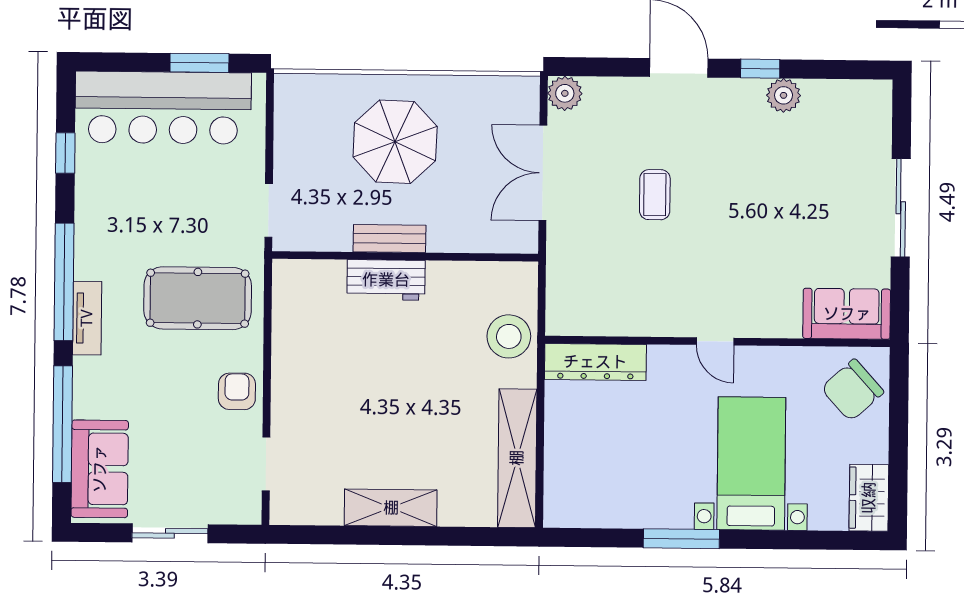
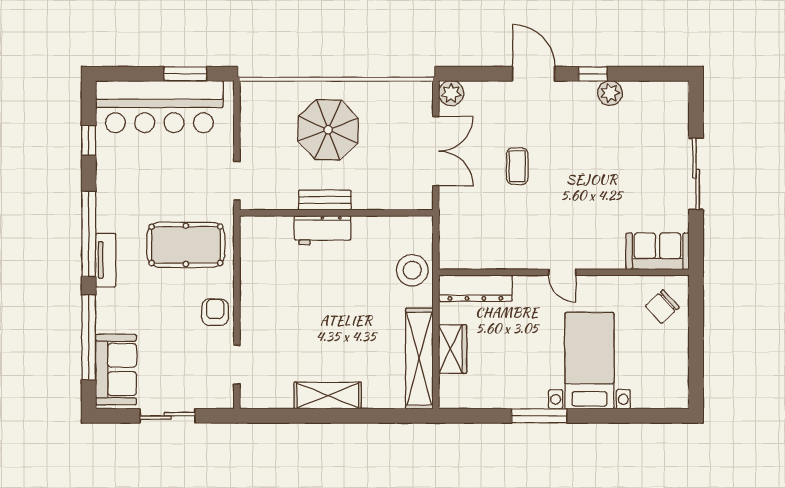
double door: (543, 173) -> (436, 151), swing flipped
chair: (852, 390) -> (662, 307), width x0.73, depth x0.73
wardrobe: (869, 498) -> (453, 349), moved, turned 180

